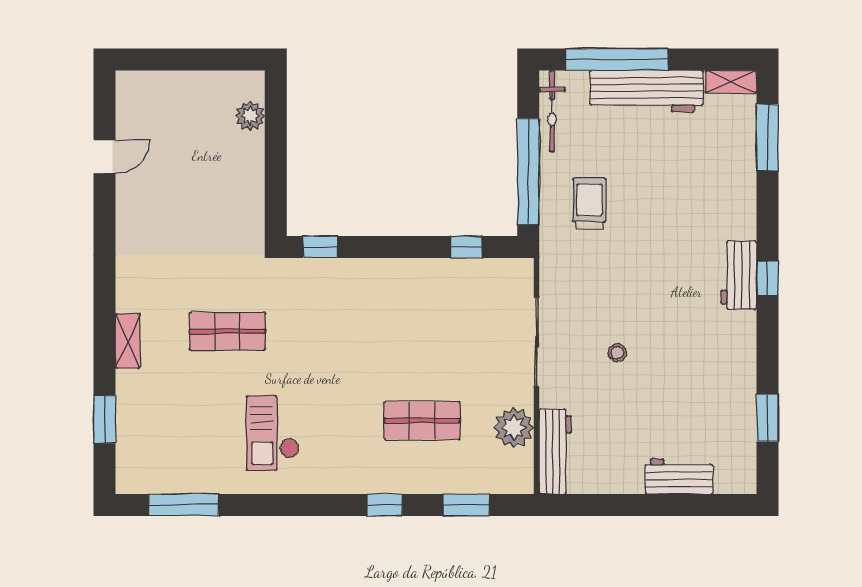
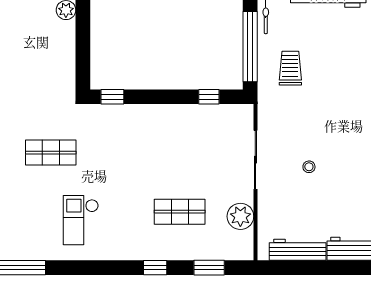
workbench: (555, 452) -> (298, 250), moved, turned -90

